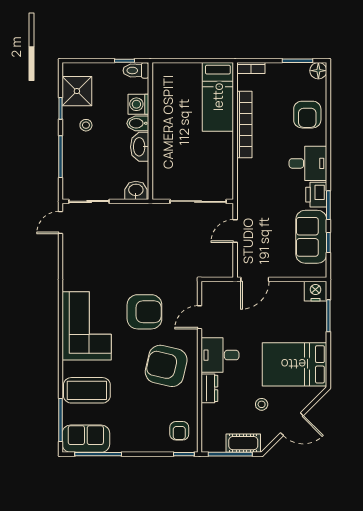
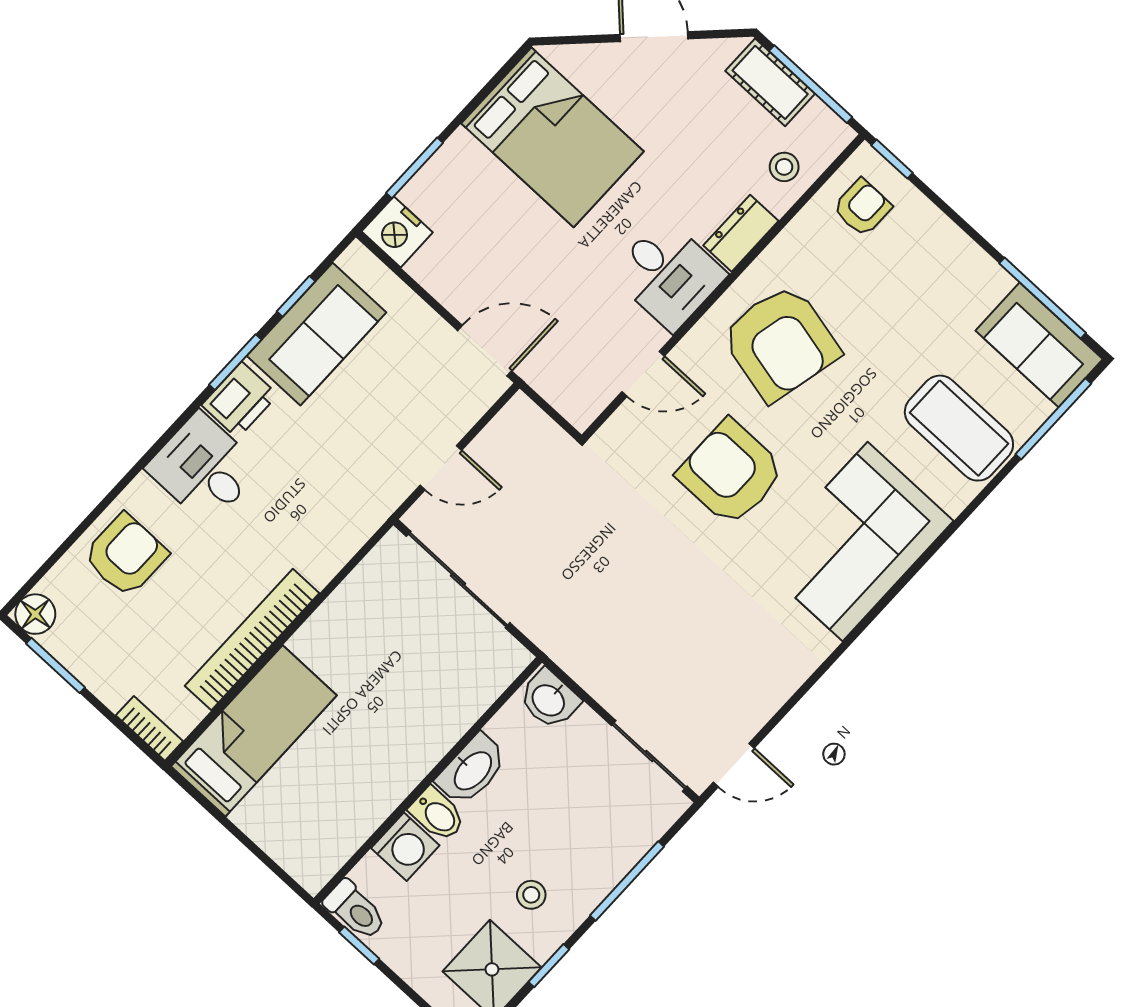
stool: (262, 404) -> (784, 167), moved

